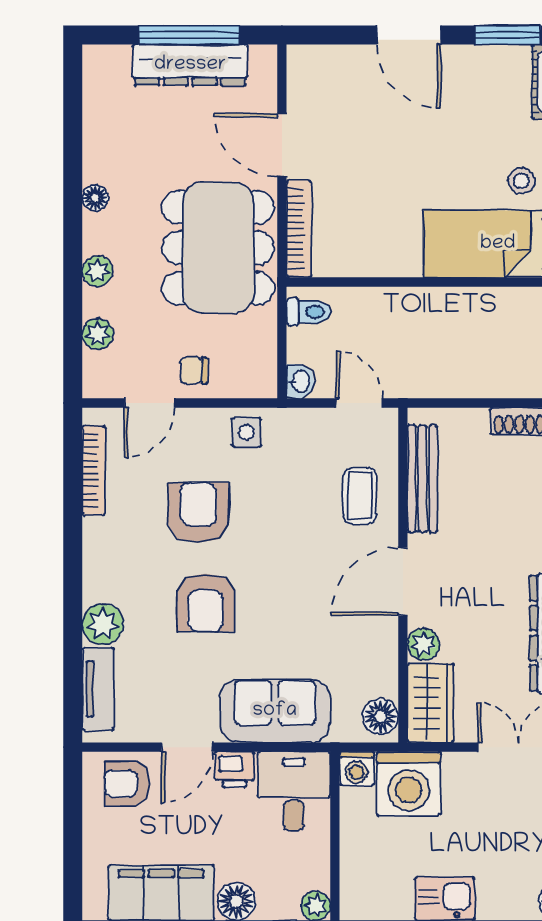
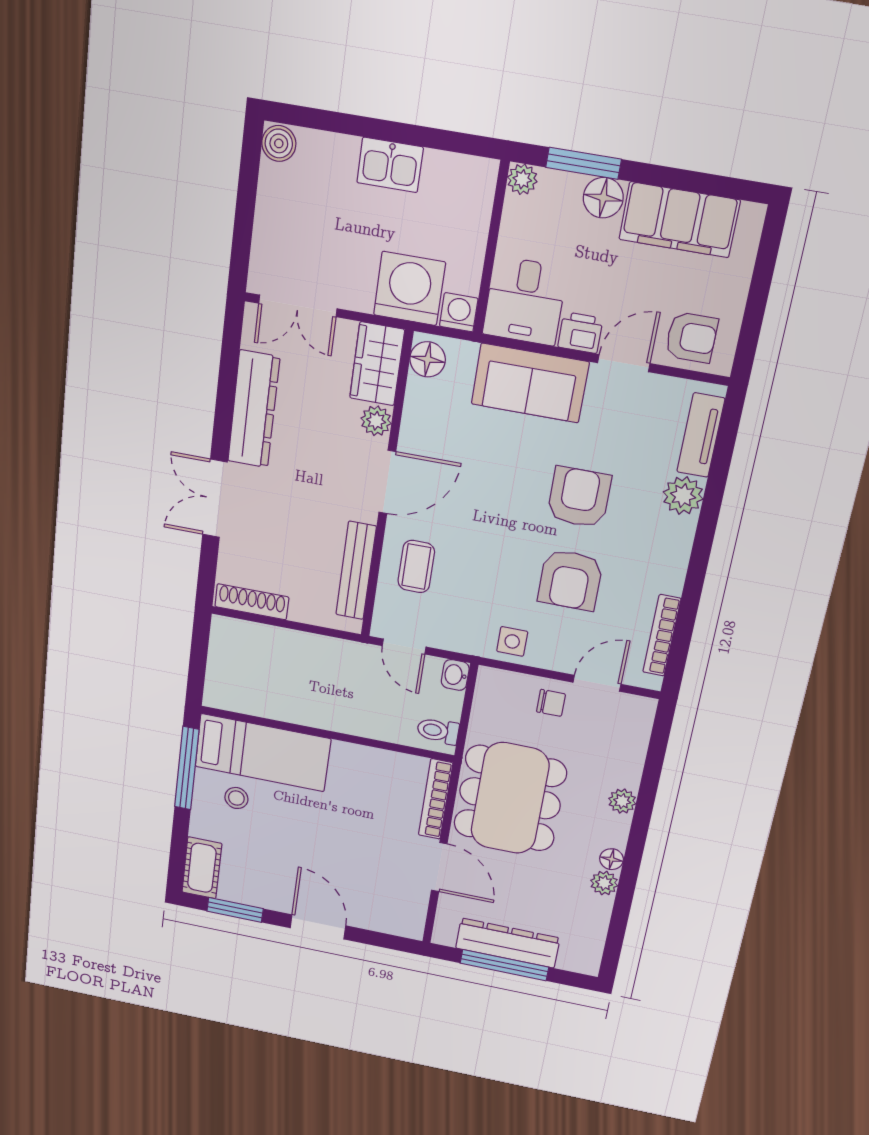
plant: (98, 334) -> (604, 883), moved

